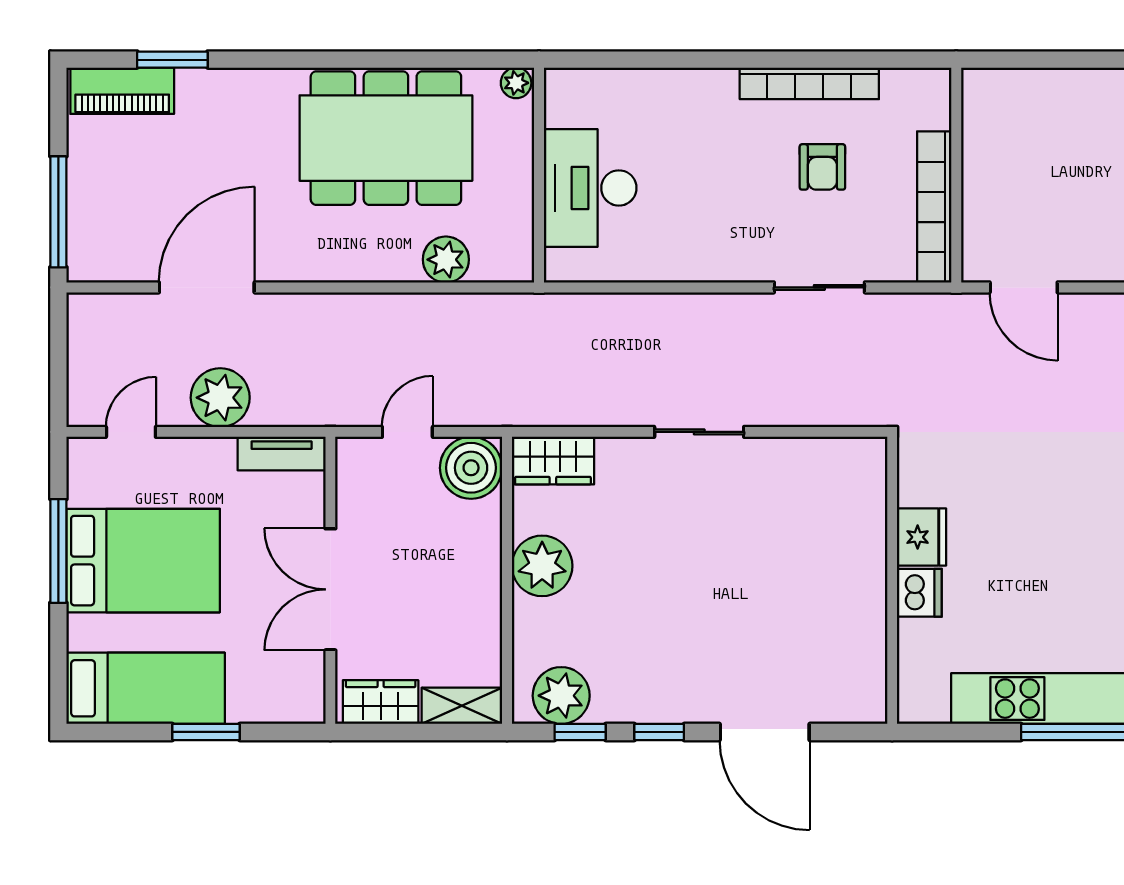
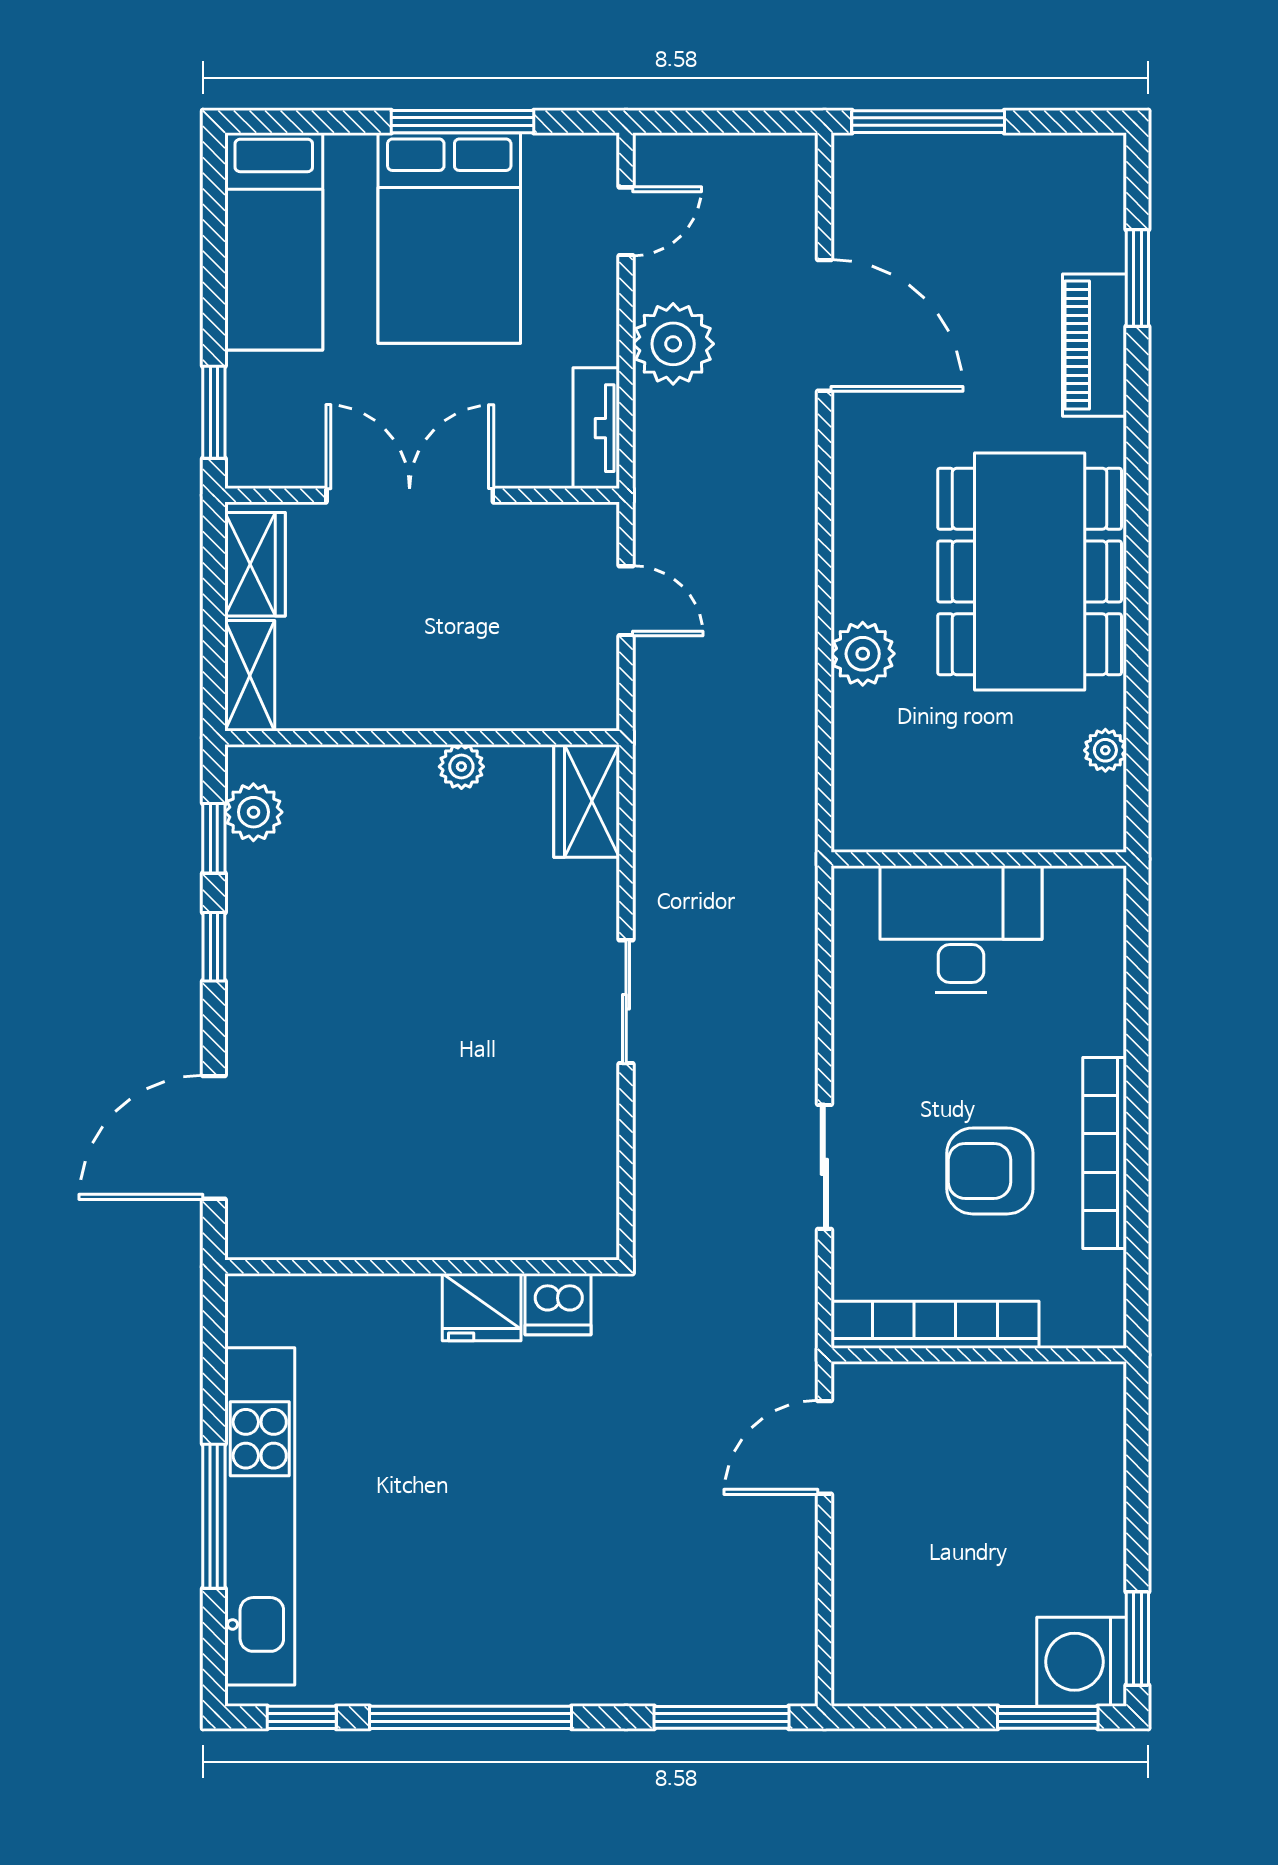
piano: (122, 91) -> (1095, 345), moved
armchair: (822, 167) -> (990, 1171), width x1.38, depth x1.38
wall: (539, 175) -> (979, 859), moved
desk: (590, 188) -> (961, 929), moved
door: (131, 432) -> (626, 221), hinge flipped
boiler: (471, 468) -> (577, 688), removed
plant: (542, 566) -> (461, 767), width x0.53, depth x0.53
dishwasher: (919, 593) -> (558, 1304), moved
plant: (561, 696) -> (253, 812), width x0.73, depth x0.73
window: (206, 732) -> (214, 412), moved
door: (765, 732) -> (214, 1137), moved

